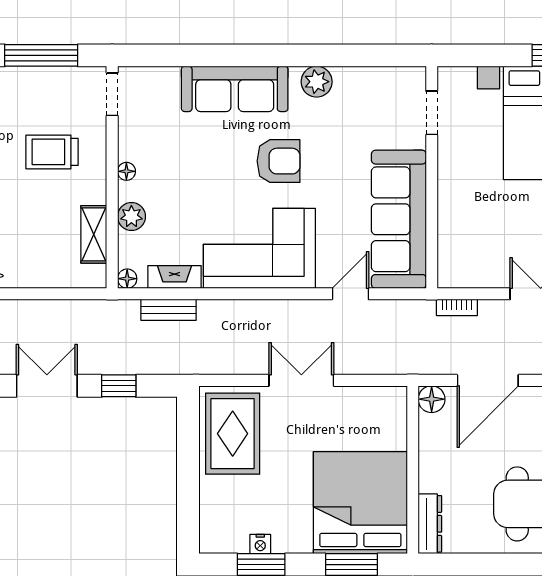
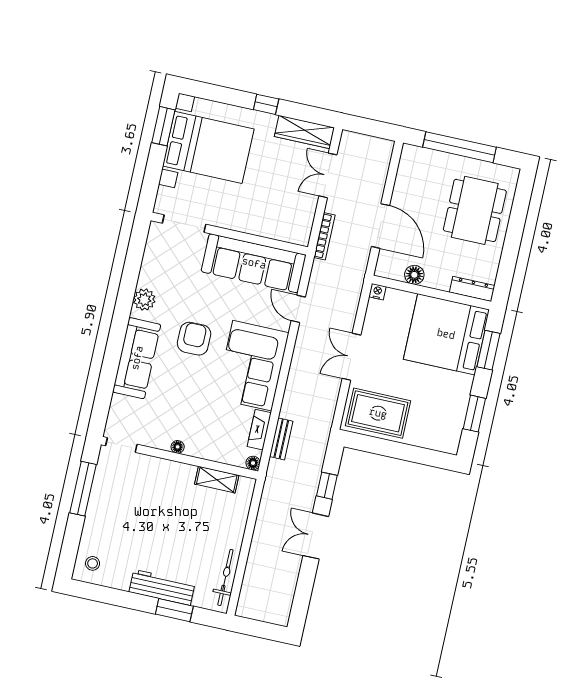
doorway: (432, 113) -> (184, 224), width x1.38
trolley: (52, 152) -> (152, 496), removed
plant: (131, 216) -> (210, 450), removed
bookcase: (457, 307) -> (324, 236), width x1.56
floor lamp: (432, 399) -> (414, 275), moved
nightstand: (260, 544) -> (377, 292), moved, turned -90

